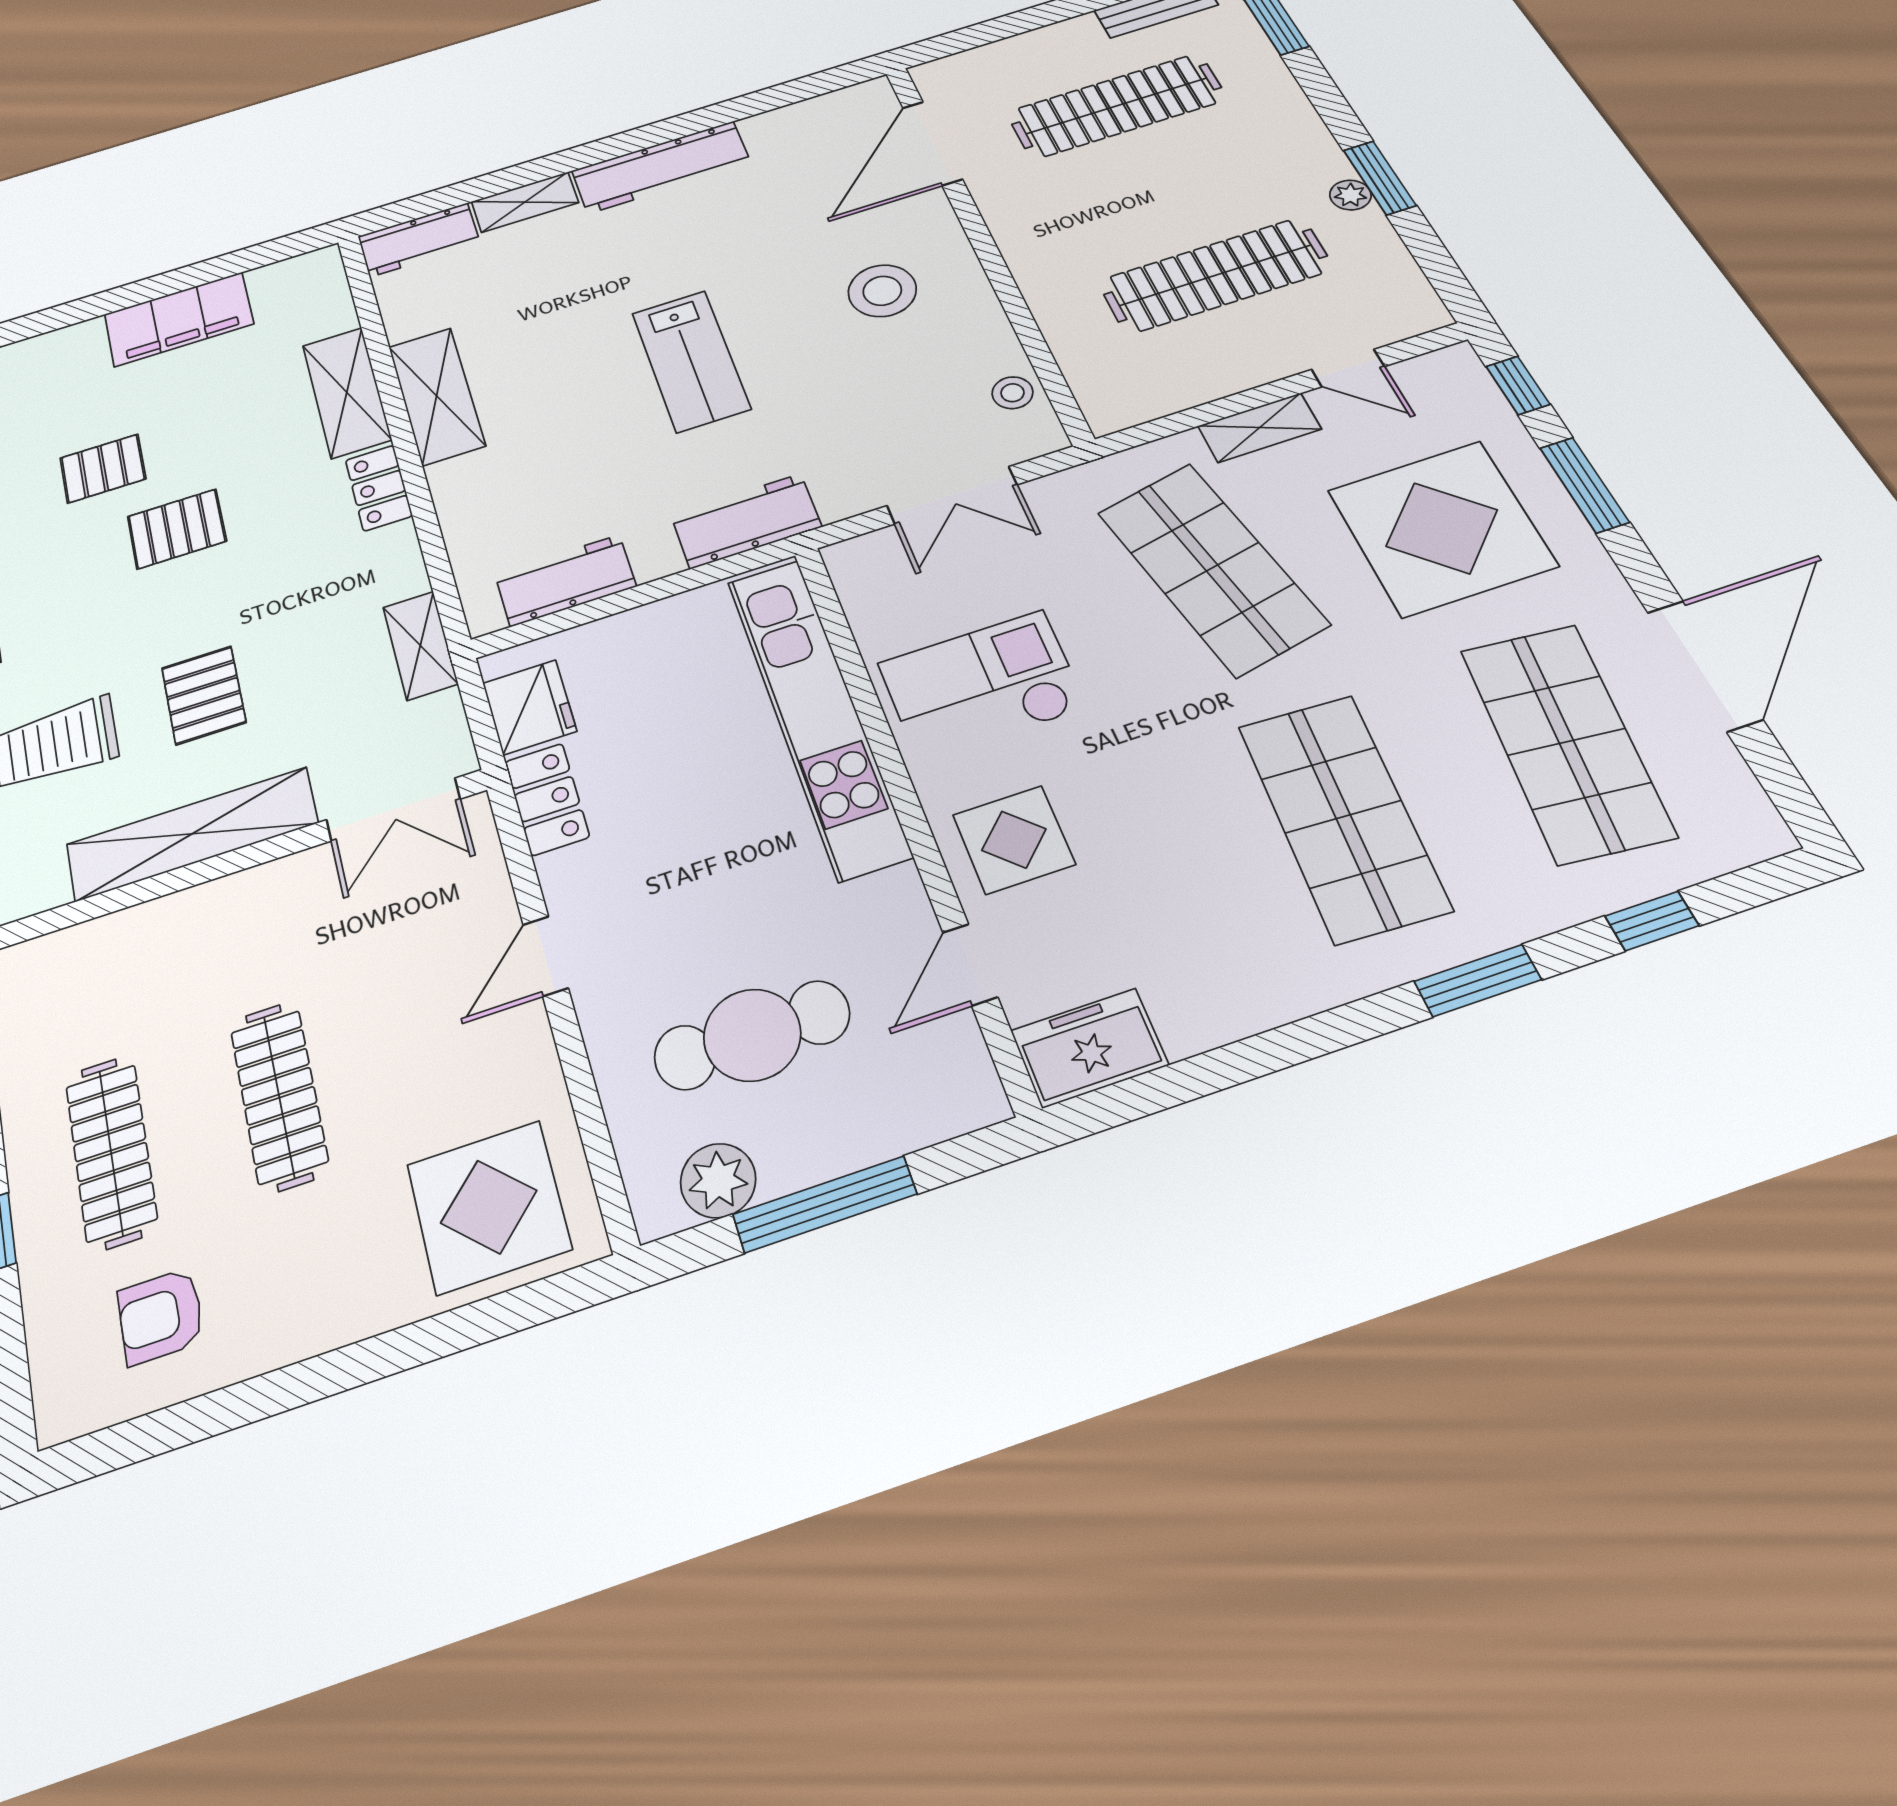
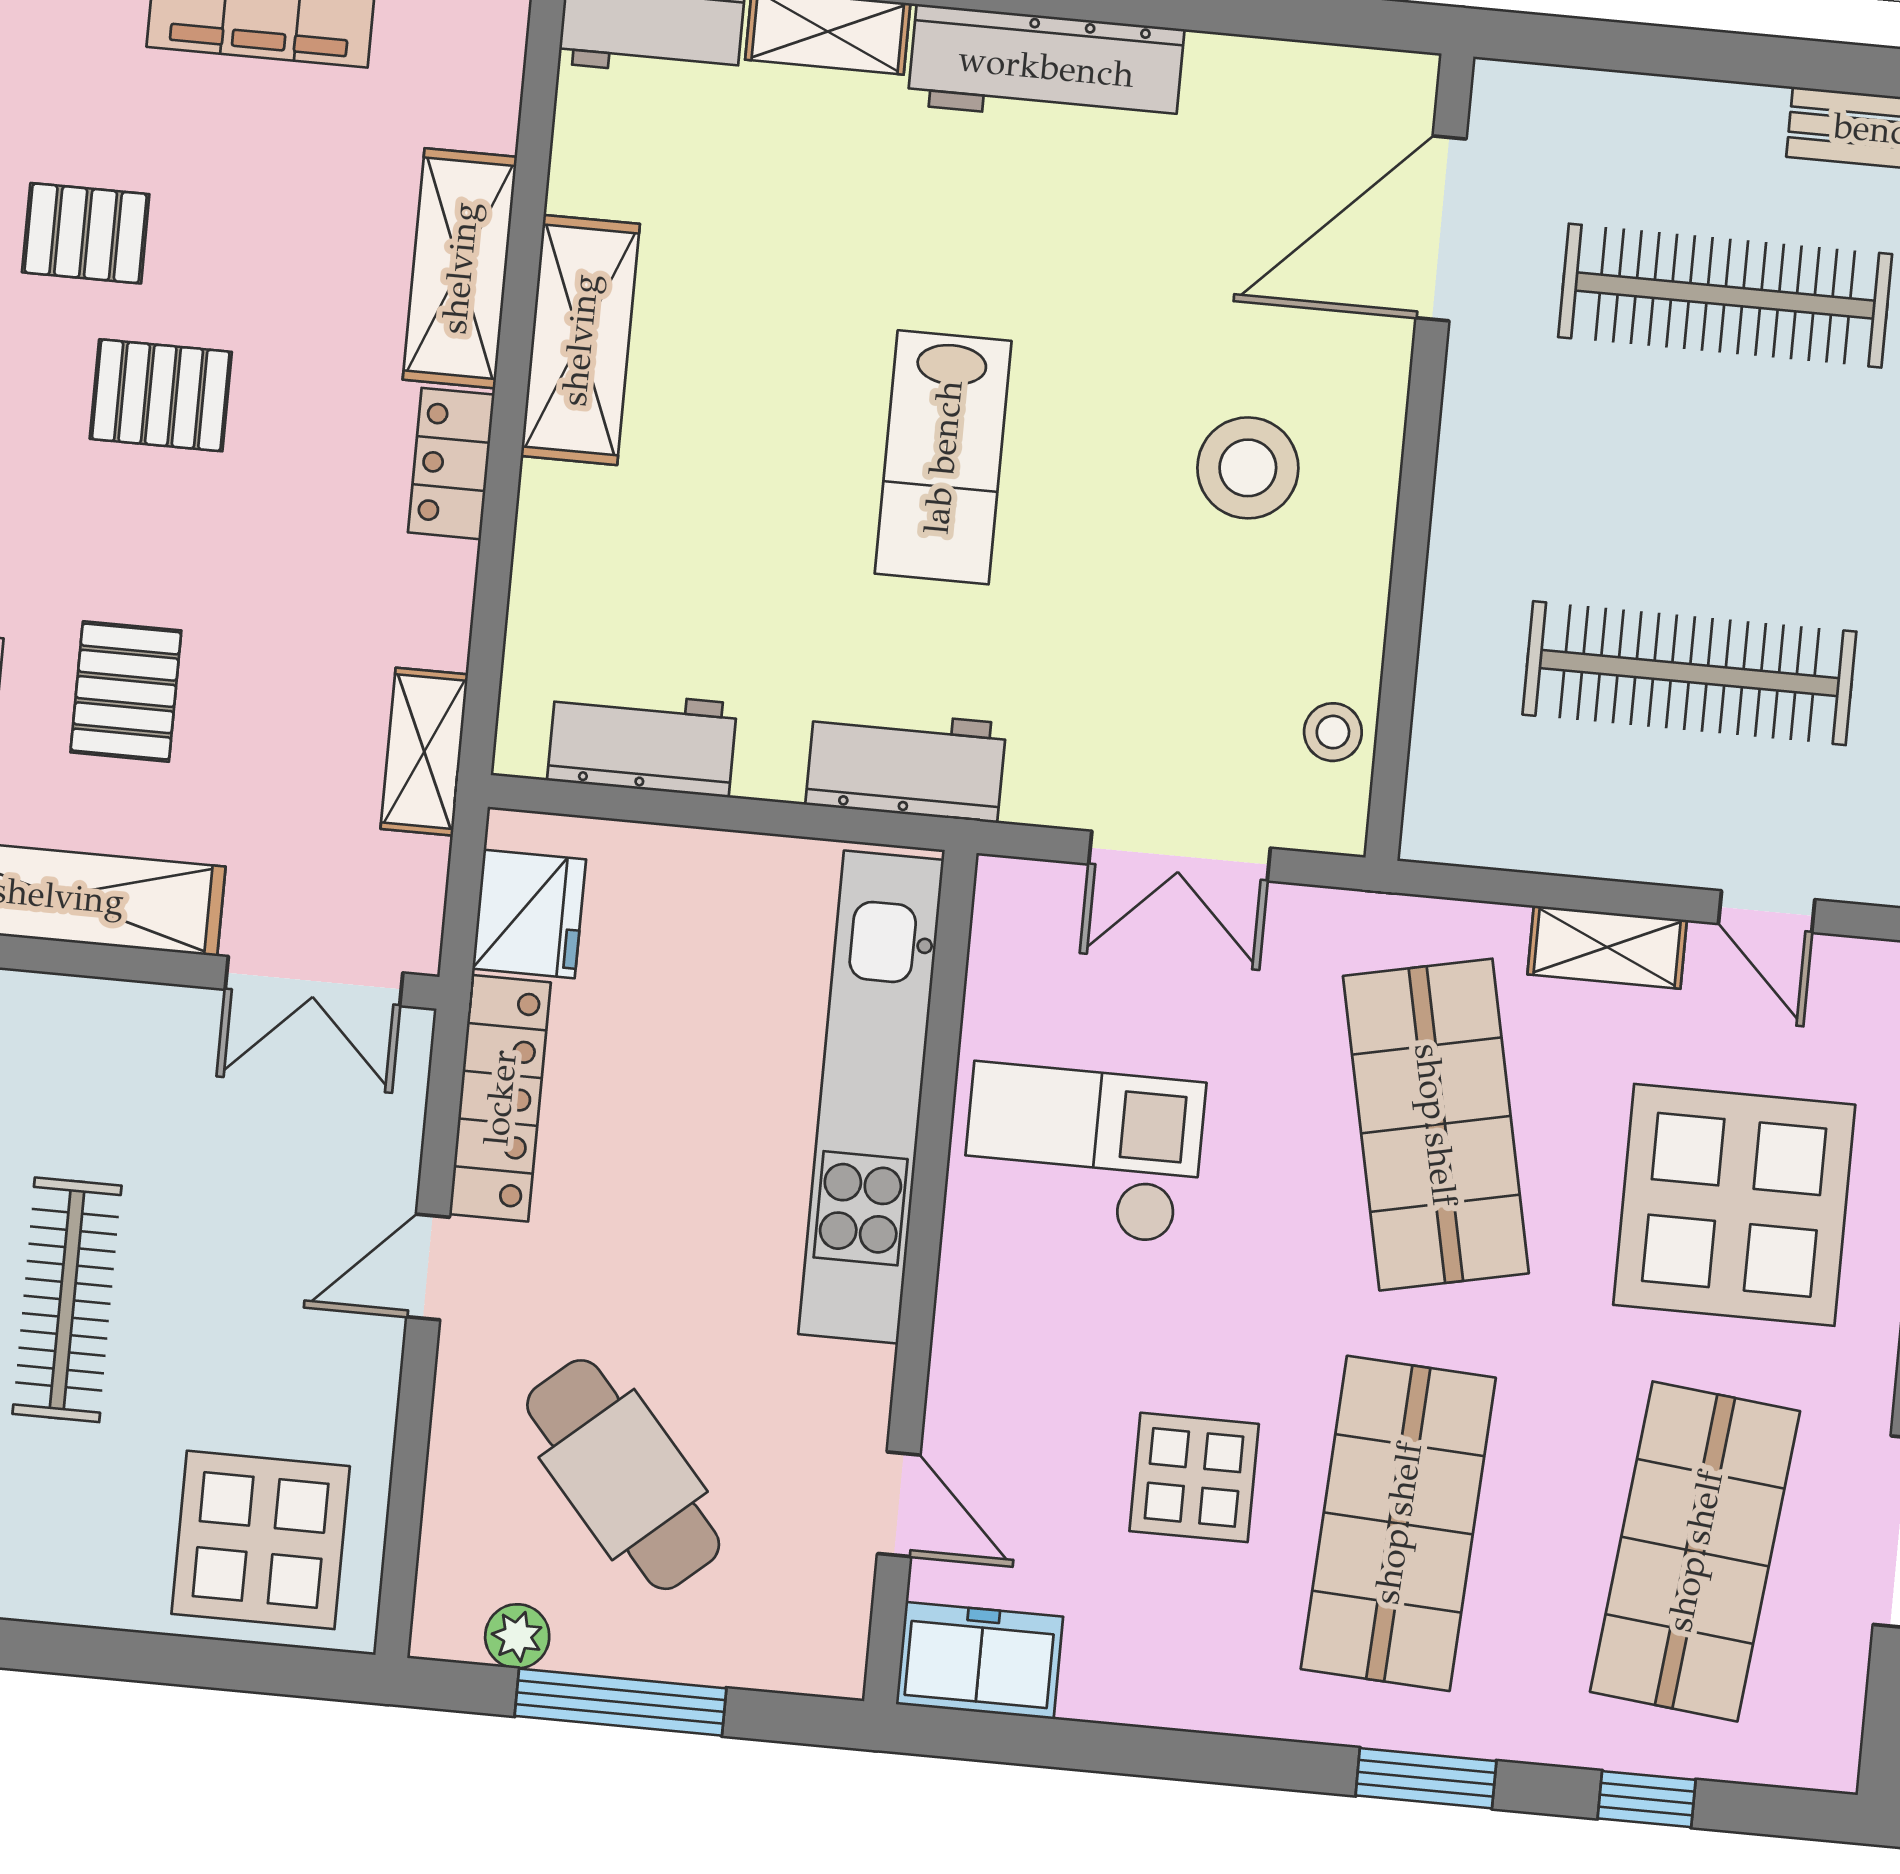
locker: (547, 799) -> (500, 1098), width x1.53
display table: (1014, 840) -> (1194, 1477), moved
door: (970, 965) -> (899, 1504), swing flipped
cafe table: (752, 1035) -> (623, 1475), turned 49
plant: (718, 1181) -> (517, 1636), width x0.73, depth x0.73

